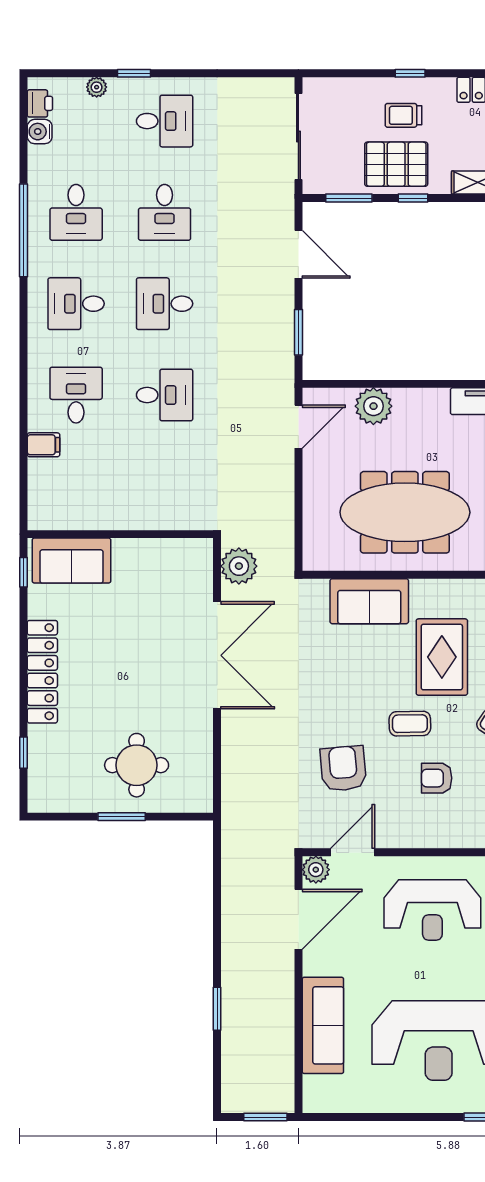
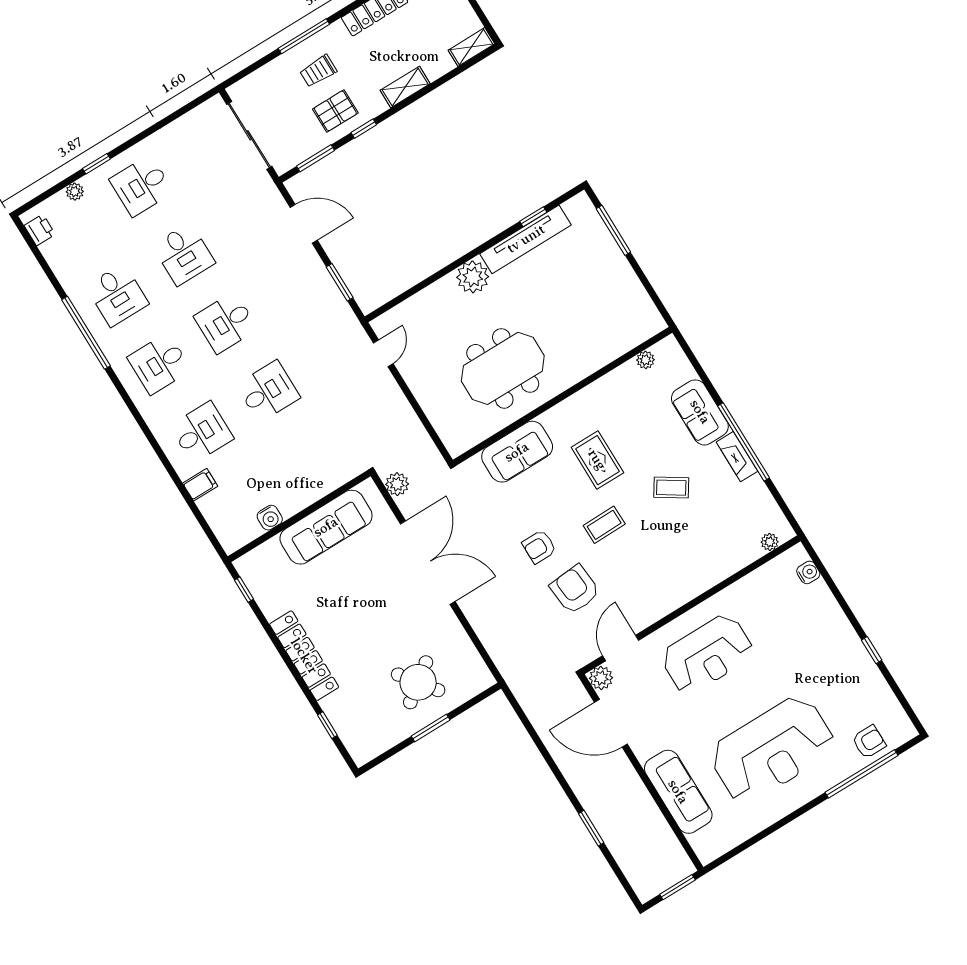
window: (410, 73) -> (304, 36), width x2.17
desk: (165, 121) -> (141, 186), turned 180
water cooler: (40, 132) -> (270, 518), moved, turned -90
pallet: (396, 164) -> (335, 111), width x0.67, depth x0.71
desk: (76, 395) -> (202, 432), turned 90
plant: (373, 406) -> (473, 277), moved
door: (298, 427) -> (383, 353), width x0.73
meeting table: (405, 512) -> (503, 368), width x0.73
sofa: (71, 561) -> (326, 527), moved, width x1.36
plant: (239, 566) -> (397, 484), width x0.73, depth x0.73
rug: (442, 657) -> (597, 460), width x0.73, depth x0.70
round table: (137, 765) -> (418, 682), turned -37
armchair: (437, 778) -> (539, 547), moved
door: (298, 919) -> (611, 723), swing flipped

